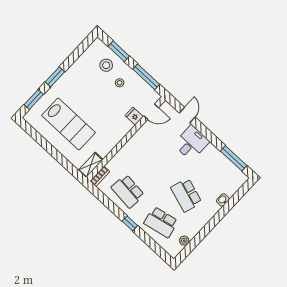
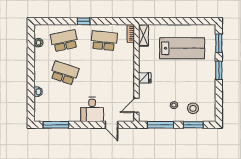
fridge: (134, 116) -> (145, 78), moved
lab bench: (68, 124) -> (182, 48), turned 180

